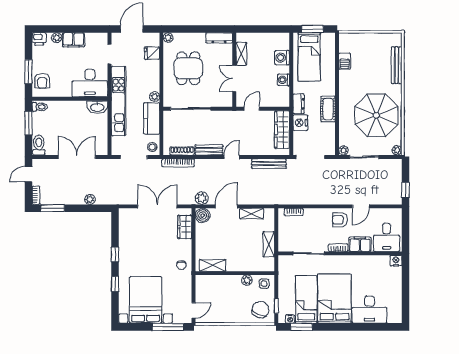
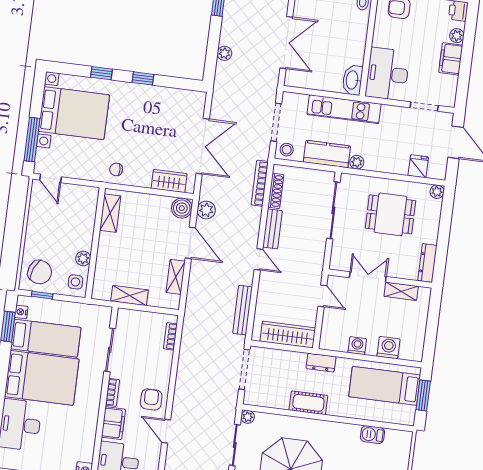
kitchen unit: (119, 101) -> (344, 109), width x0.73
nightstand: (300, 123) -> (294, 361), removed

